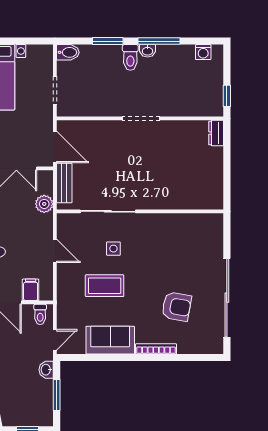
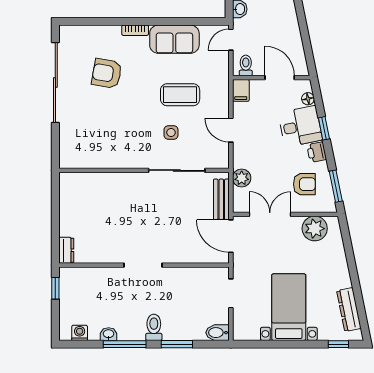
washbasin: (147, 51) -> (109, 334), moved
filing cabinet: (31, 290) -> (241, 90), moved
bookcase: (156, 349) -> (135, 30), width x0.64

